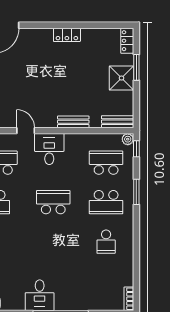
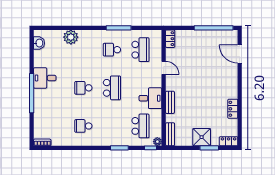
locker: (67, 35) -> (233, 109), moved
door: (26, 131) -> (164, 68), hinge flipped
desk: (49, 149) -> (150, 98), moved
school desk: (106, 202) -> (83, 88), moved, width x0.54

